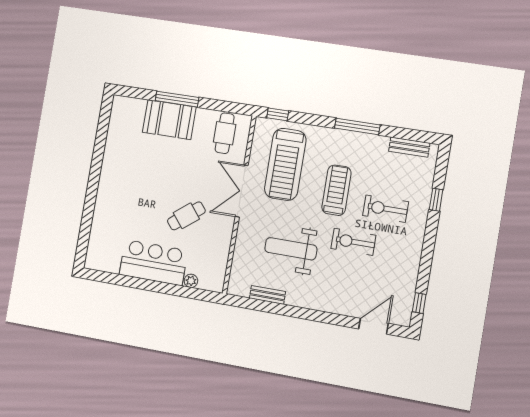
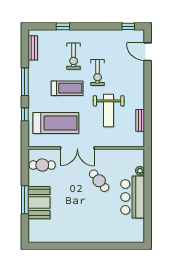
window: (278, 114) -> (25, 114), moved
treadmill: (336, 190) -> (67, 88), turned 180

